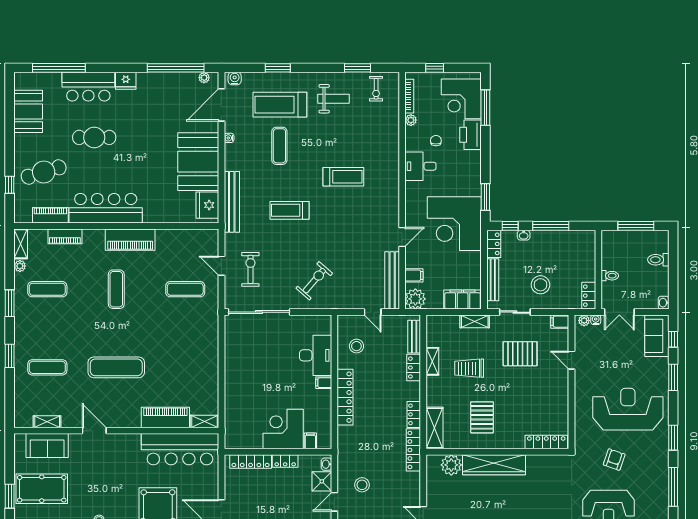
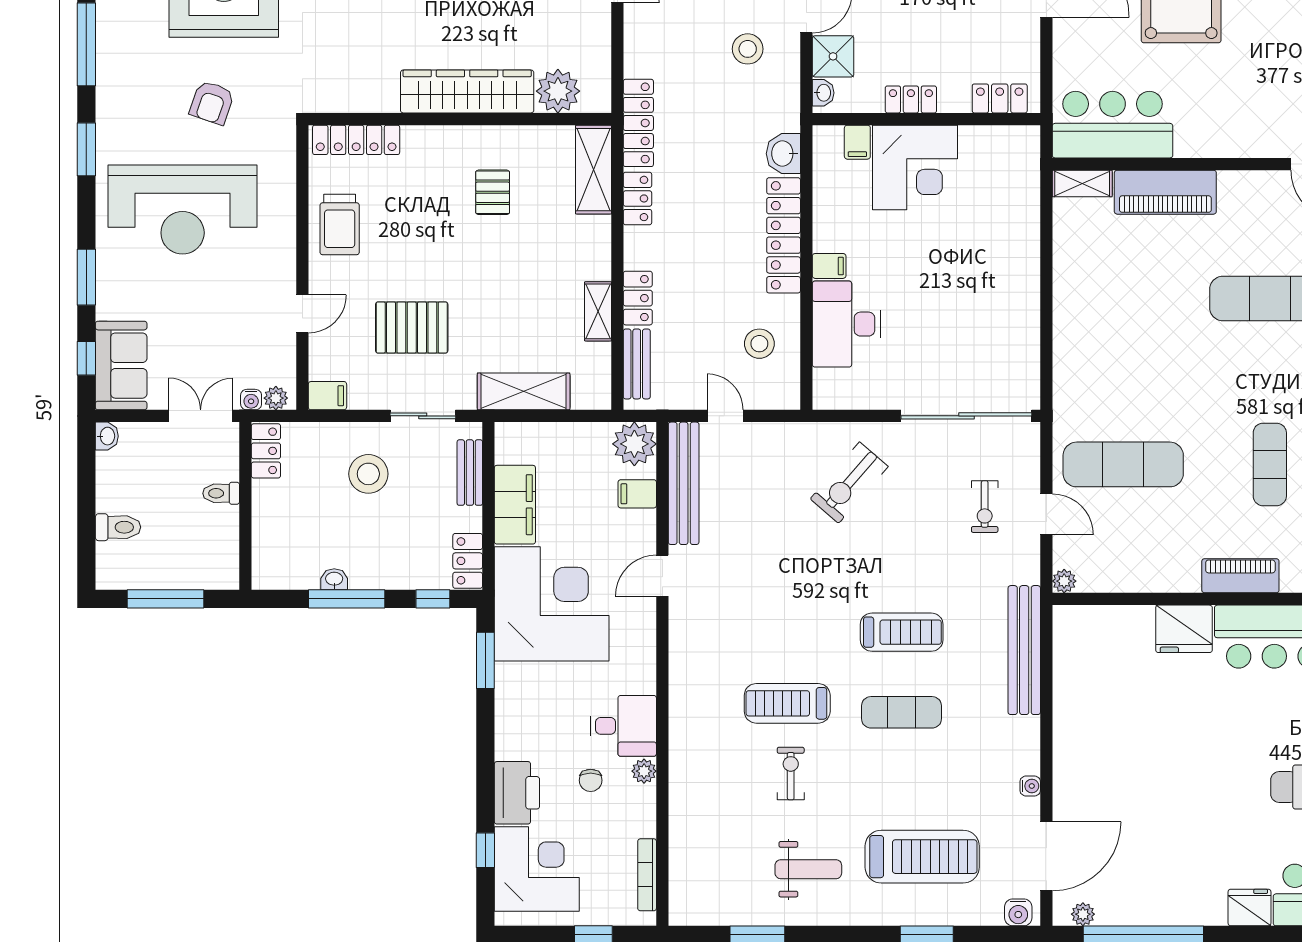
exercise bike: (376, 89) -> (791, 773), moved
weight bench: (333, 99) -> (808, 869), turned 180
window: (485, 108) -> (485, 850), width x0.46
plant: (411, 120) -> (644, 771), moved
exercise mat: (279, 146) -> (901, 712), moved, turned 90
booth: (198, 162) -> (1096, 736), removed
fridge: (207, 205) -> (1184, 629), moved, turned 90
plant: (213, 234) -> (1064, 581), added
washbasin: (524, 235) -> (334, 579), moved
piano: (130, 240) -> (1240, 576), width x0.73, depth x0.75
exercise bike: (250, 269) -> (985, 507), width x0.73, depth x0.72
bench: (493, 280) -> (470, 473), width x0.73
exercise mat: (185, 289) -> (1123, 464), width x1.36, depth x1.45
filing cabinet: (463, 300) -> (515, 505), moved, turned -90
shelving: (475, 321) -> (524, 391), width x1.50, depth x1.33
door: (572, 360) -> (302, 314), hinge flipped
trolley: (469, 368) -> (340, 224), moved, turned 90
pallet: (482, 417) -> (493, 192), width x0.67, depth x0.71
washbasin: (345, 436) -> (783, 154), added
bar counter: (180, 449) -> (1112, 125), width x0.73
locker: (251, 462) -> (1000, 98), width x0.66

